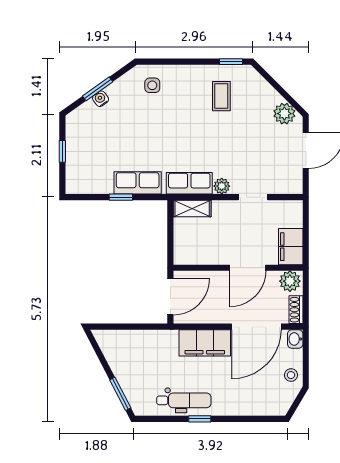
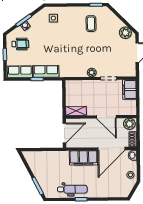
wheelchair: (91, 132) -> (20, 44), added
row of seats: (189, 183) -> (20, 72), moved
shelving: (192, 208) -> (76, 111), moved
filing cabinet: (291, 247) -> (129, 90), moved
door: (248, 268) -> (106, 117), hinge flipped

